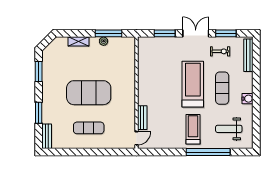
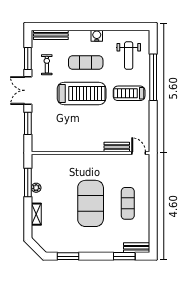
treadmill: (193, 84) -> (82, 93), turned 180
window: (39, 113) -> (124, 256), moved

